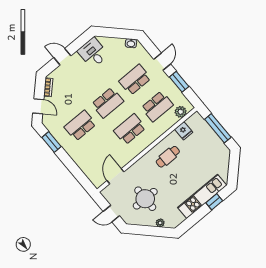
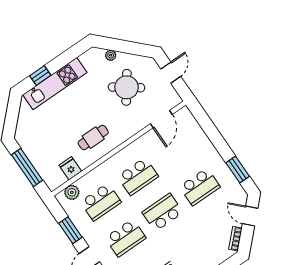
school desk: (157, 106) -> (101, 202), turned 180
round table: (145, 199) -> (127, 87), turned 36
door: (111, 214) -> (171, 73), hinge flipped

